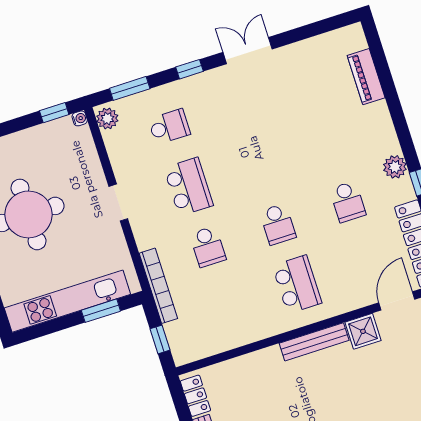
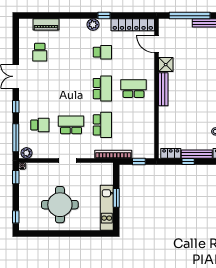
school desk: (309, 82) -> (40, 52), added
window: (130, 88) -> (16, 138), width x1.44
school desk: (169, 127) -> (40, 125), turned 90
school desk: (278, 224) -> (102, 89), width x1.85
school desk: (208, 247) -> (102, 125), width x1.85
kitchen unit: (67, 301) -> (107, 208), width x0.73
window: (101, 311) -> (116, 198), moved

